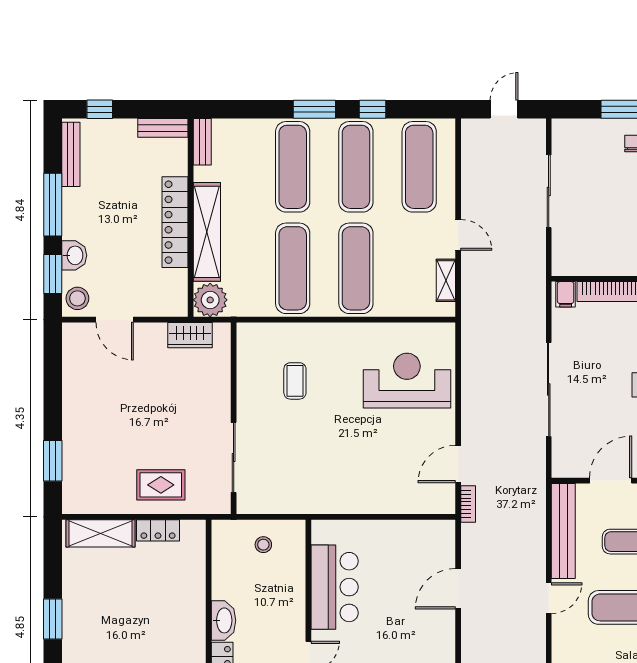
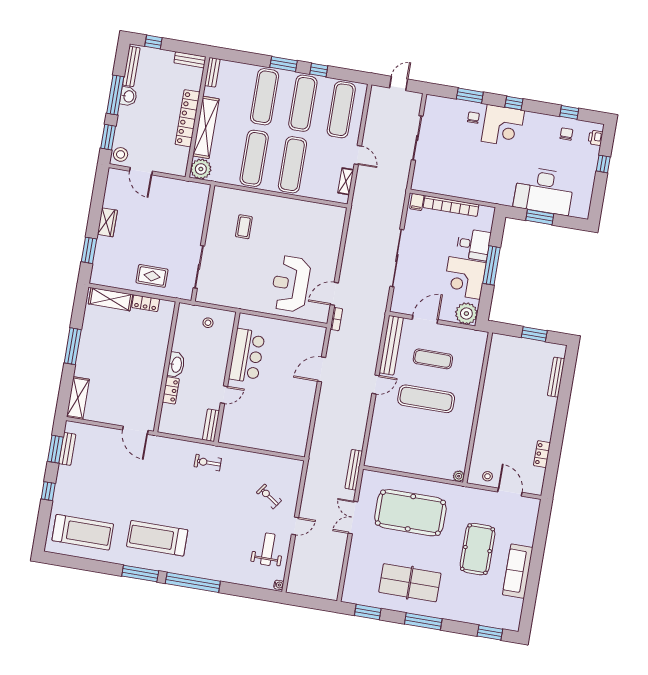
washbasin: (74, 255) -> (128, 96), moved
wardrobe: (190, 335) -> (107, 222), moved, turned -90
reception desk: (407, 381) -> (290, 284), moved, turned -90
window: (53, 619) -> (73, 346), width x1.44

